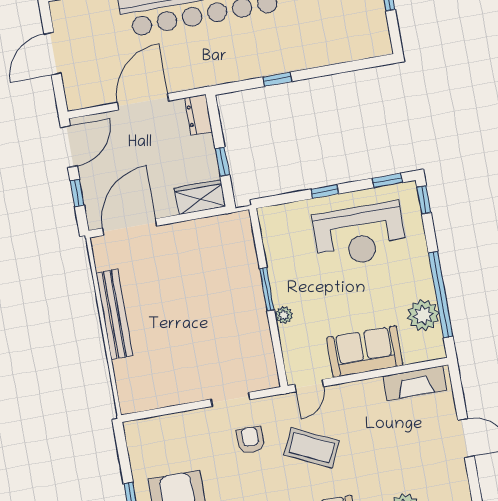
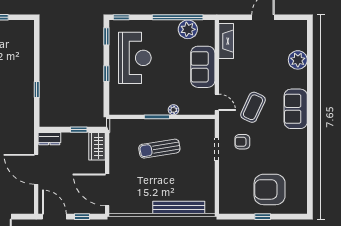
sun lounger: (214, 303) -> (159, 149), added
bench: (114, 314) -> (179, 208), moved

